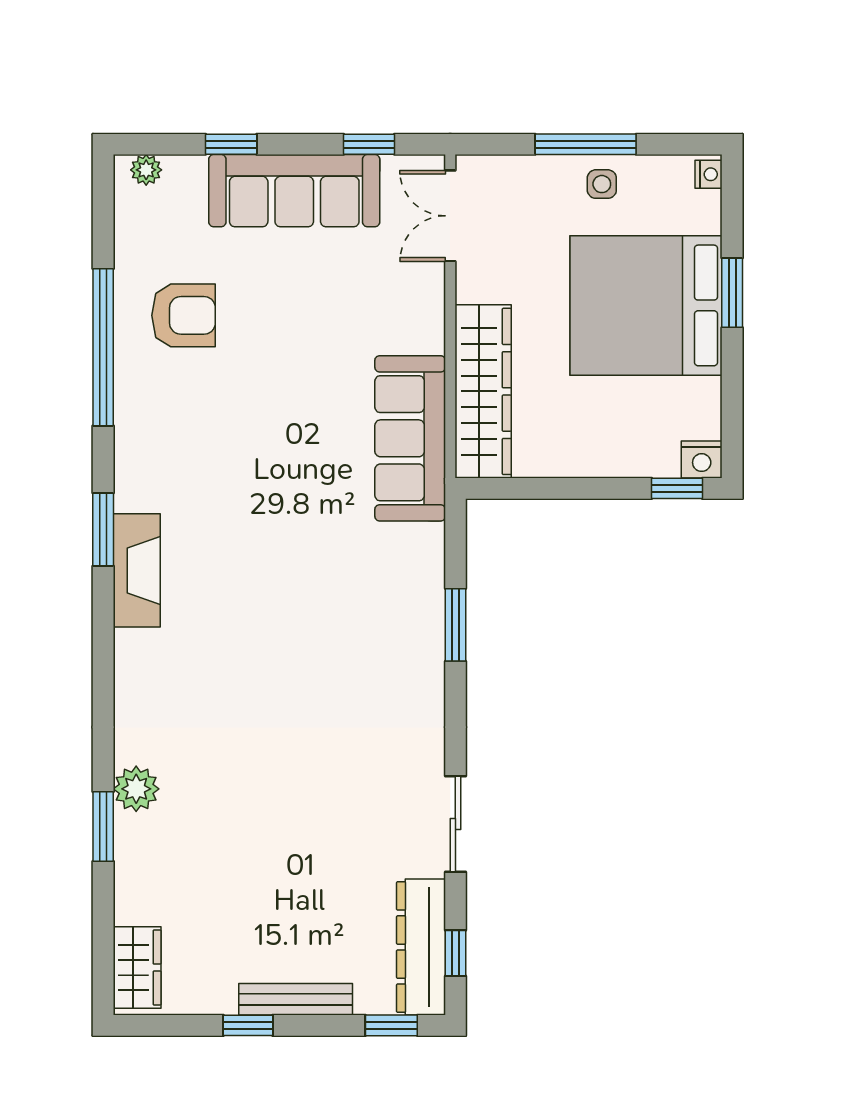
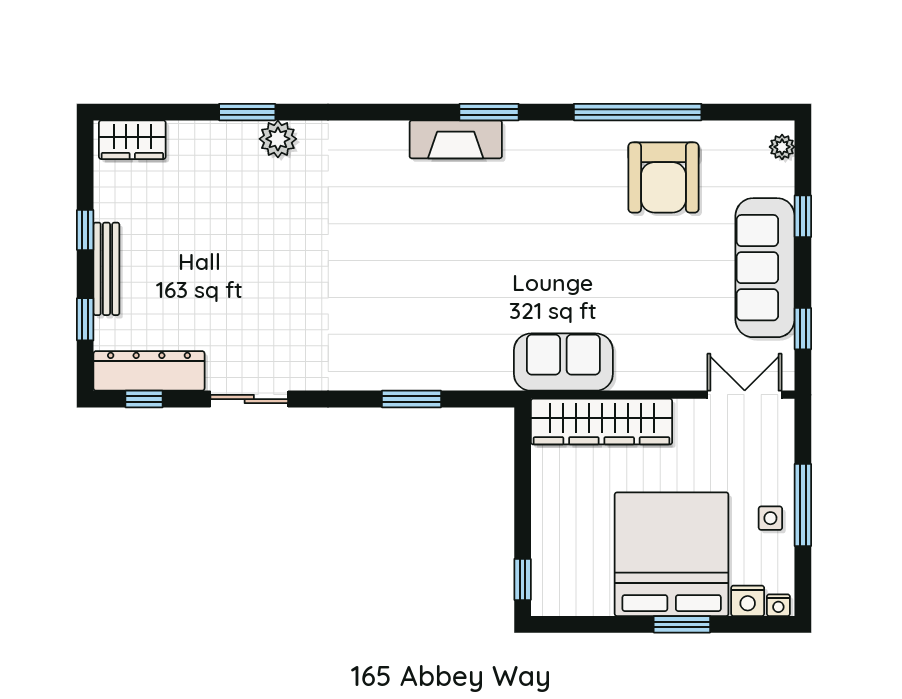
armchair: (184, 315) -> (663, 178), width x1.36, depth x1.36
sofa: (410, 438) -> (563, 362), width x0.73
nightstand: (702, 460) -> (748, 601), moved, turned -90
window: (391, 1025) -> (85, 319), moved

